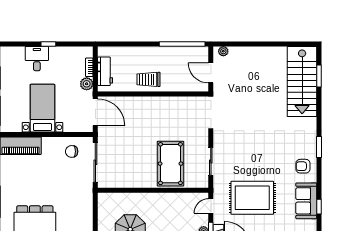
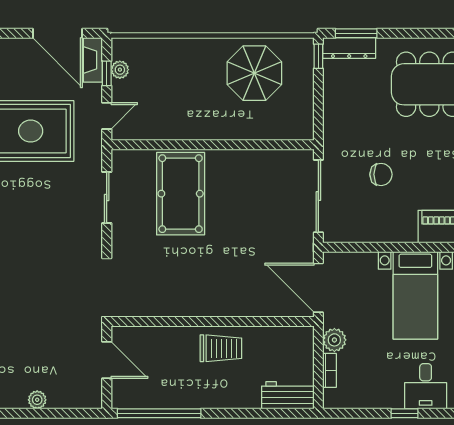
plant: (223, 51) -> (37, 400), moved
workbench: (105, 71) -> (288, 395), moved, turned 90
chair: (72, 151) -> (381, 174), moved

